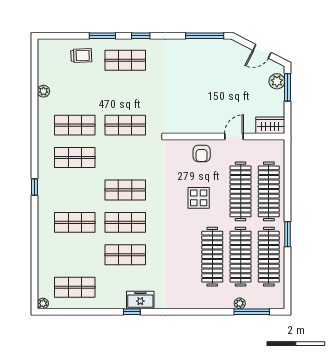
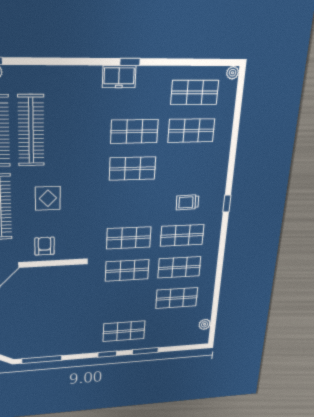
trolley: (81, 56) -> (187, 202), moved
plant: (43, 91) -> (205, 324), moved
shop shelf: (75, 93) -> (177, 298), added
shop shelf: (125, 190) -> (129, 238), moved
shop shelf: (75, 222) -> (191, 131), moved

